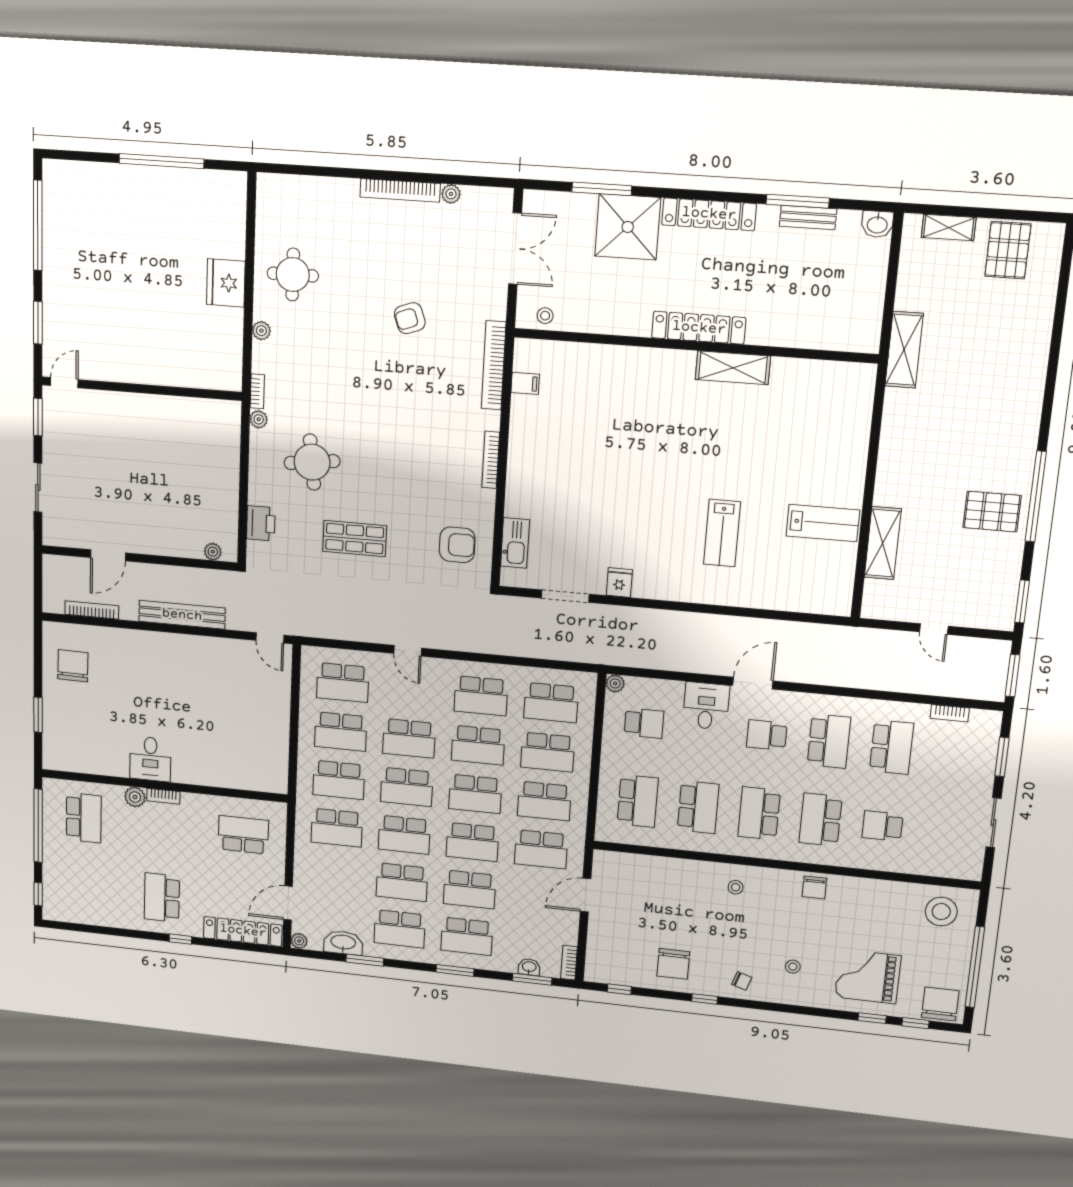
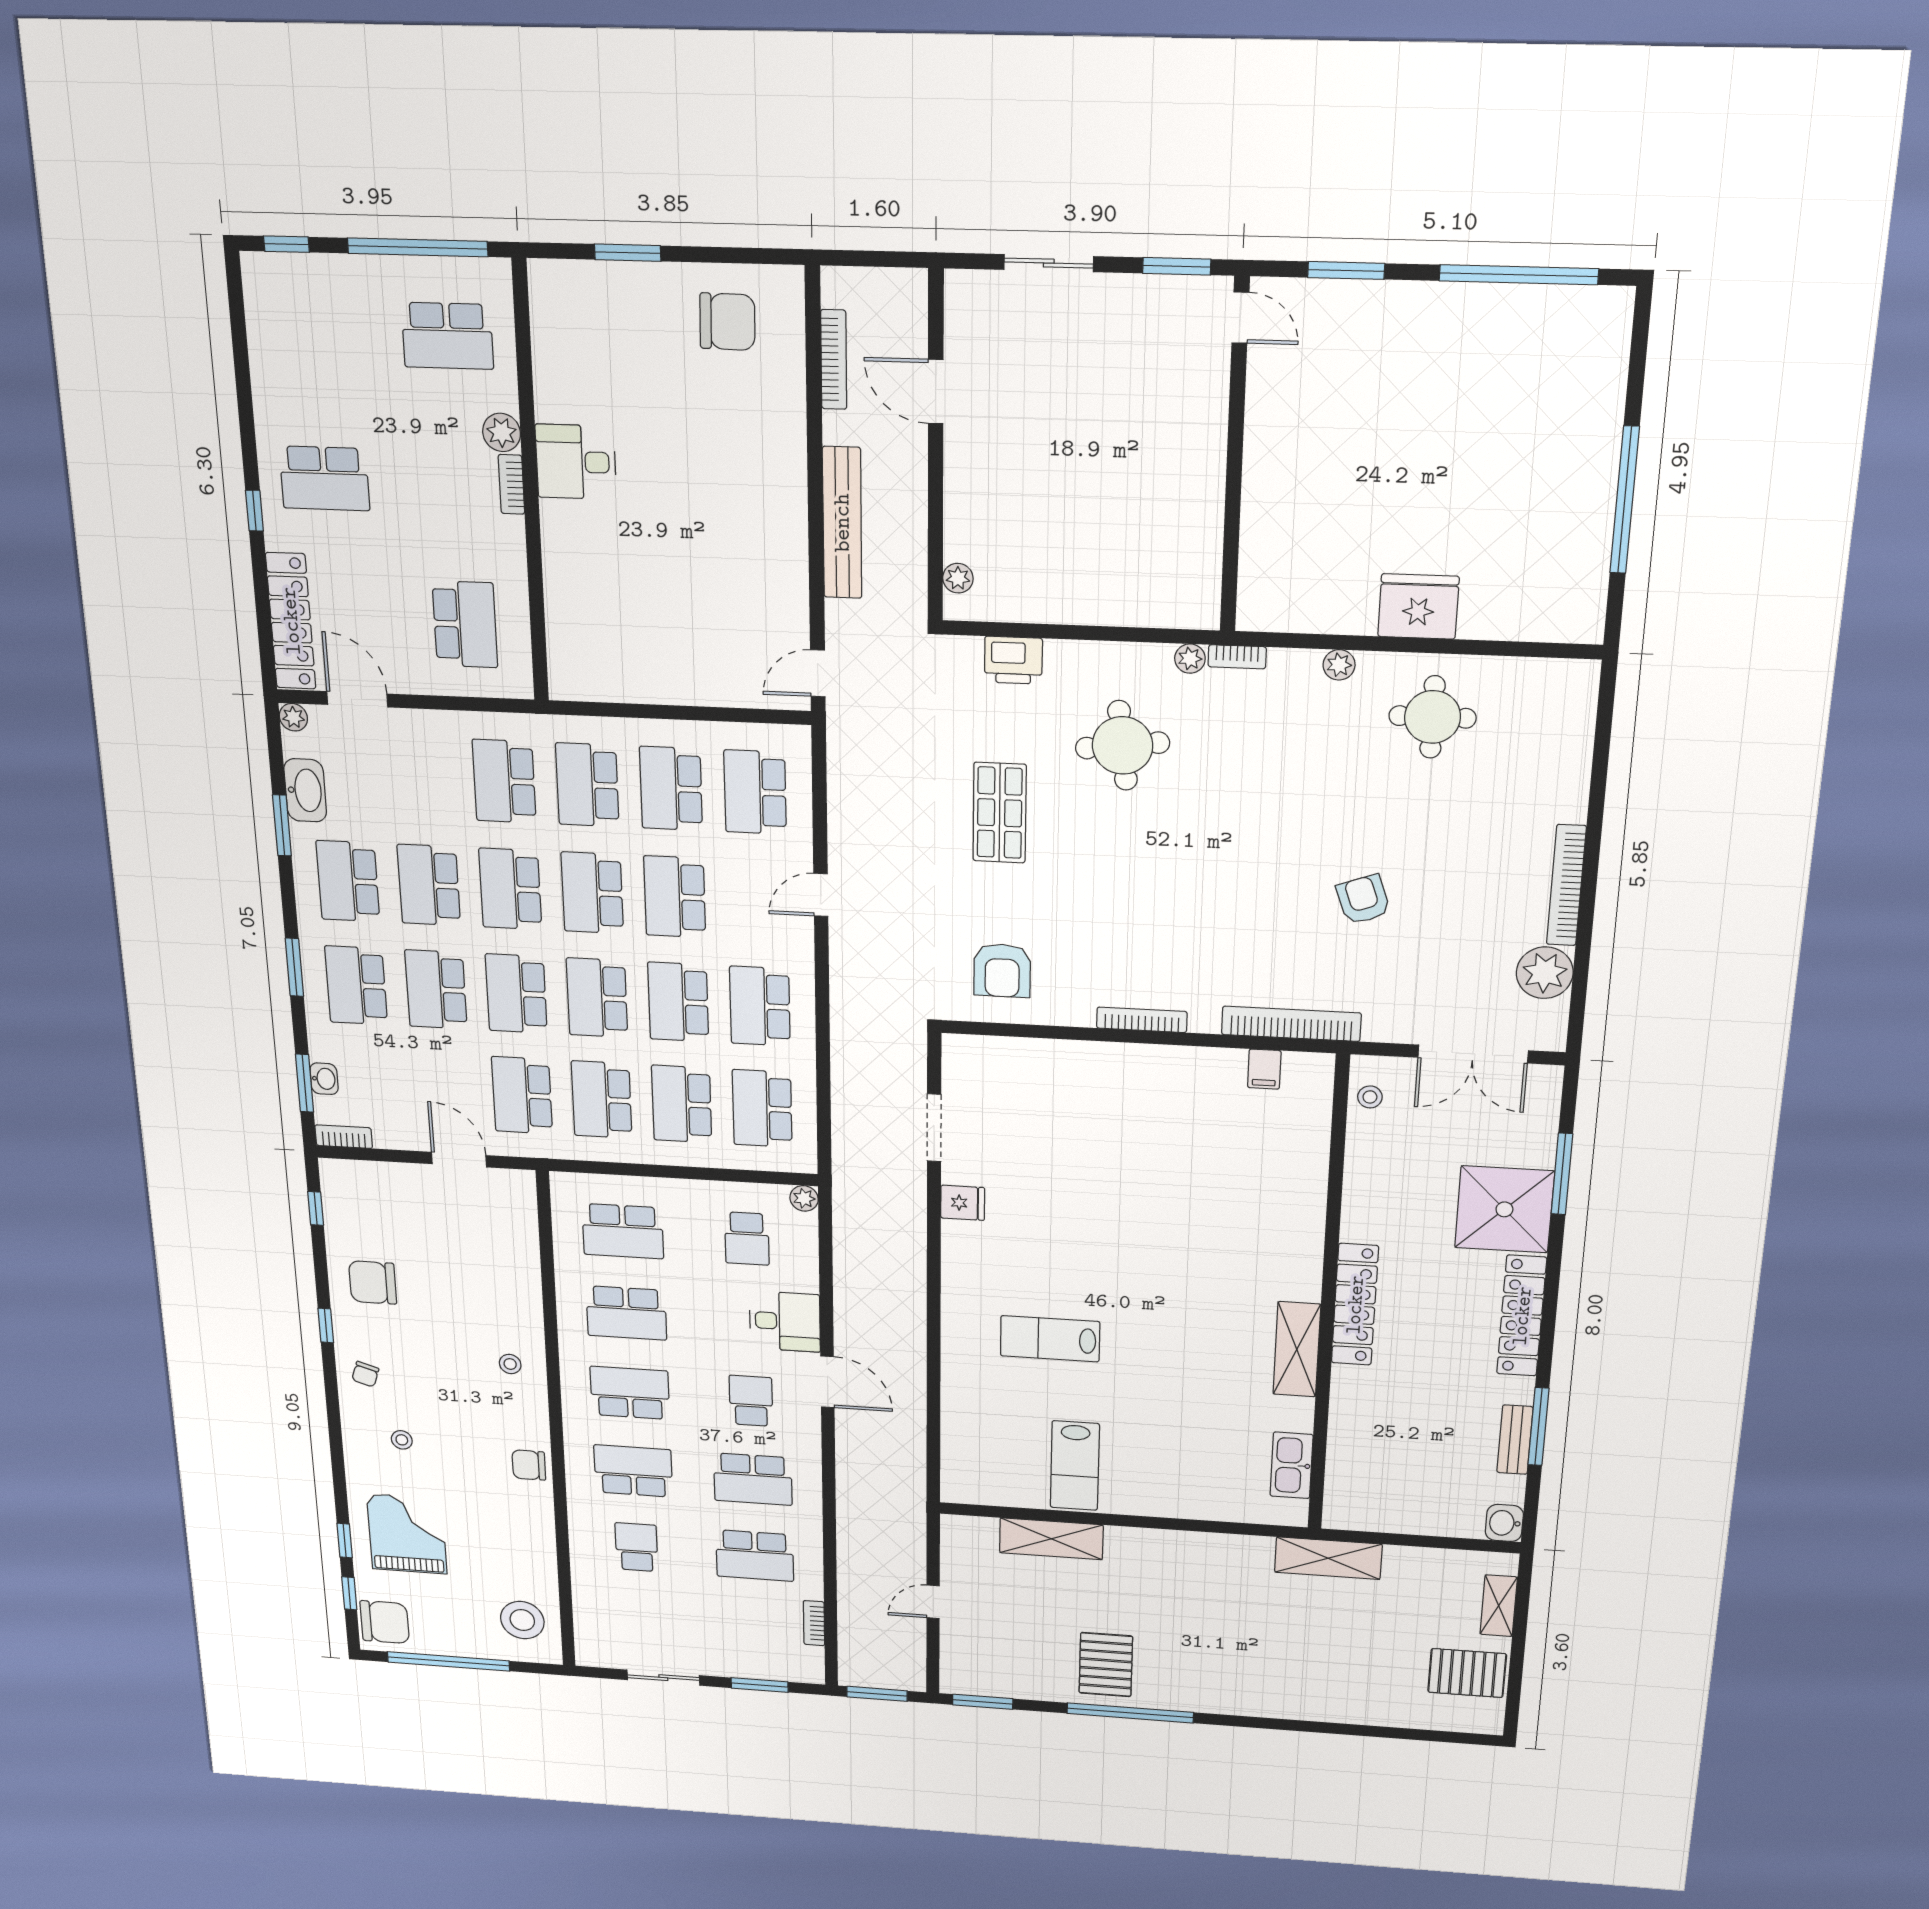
plant: (451, 194) -> (1545, 973), width x1.88, depth x1.88
kitchen sink: (515, 543) -> (1292, 1465), moved, turned 90
school desk: (162, 898) -> (324, 478), turned 180

